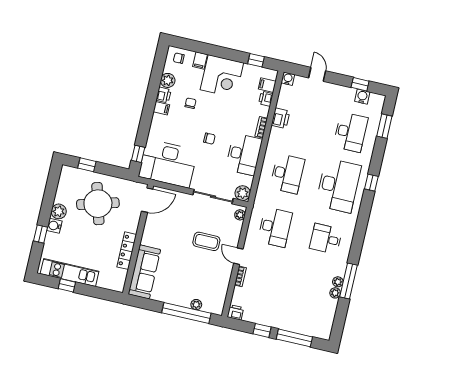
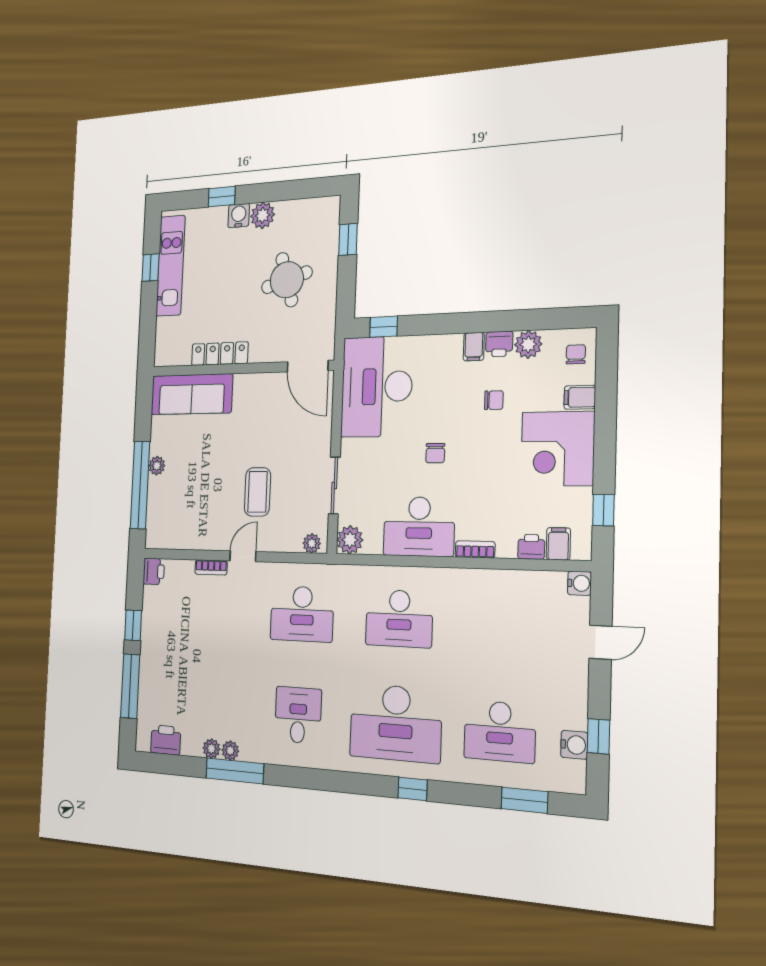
printer: (281, 118) -> (166, 740), moved, turned 180
sliding door: (213, 197) -> (334, 486), width x0.73
round table: (98, 204) -> (287, 280), width x0.73, depth x0.73
plant: (196, 305) -> (157, 466), moved

